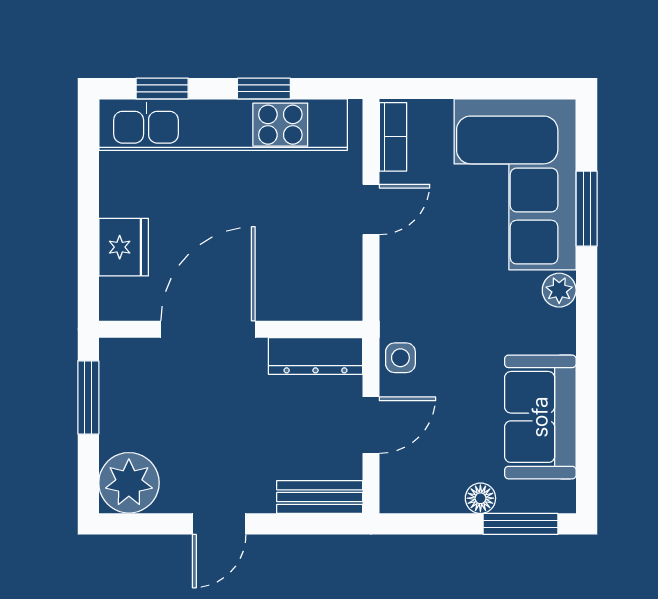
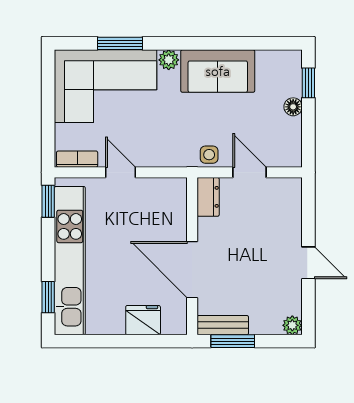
window: (264, 88) -> (48, 201), moved
dresser: (315, 356) -> (208, 197), width x0.70
sofa: (540, 417) -> (218, 71), moved
plant: (129, 483) -> (292, 325), width x0.53, depth x0.53
bench: (320, 497) -> (223, 325), moved, turned 90
window: (521, 524) -> (308, 83), width x0.67

